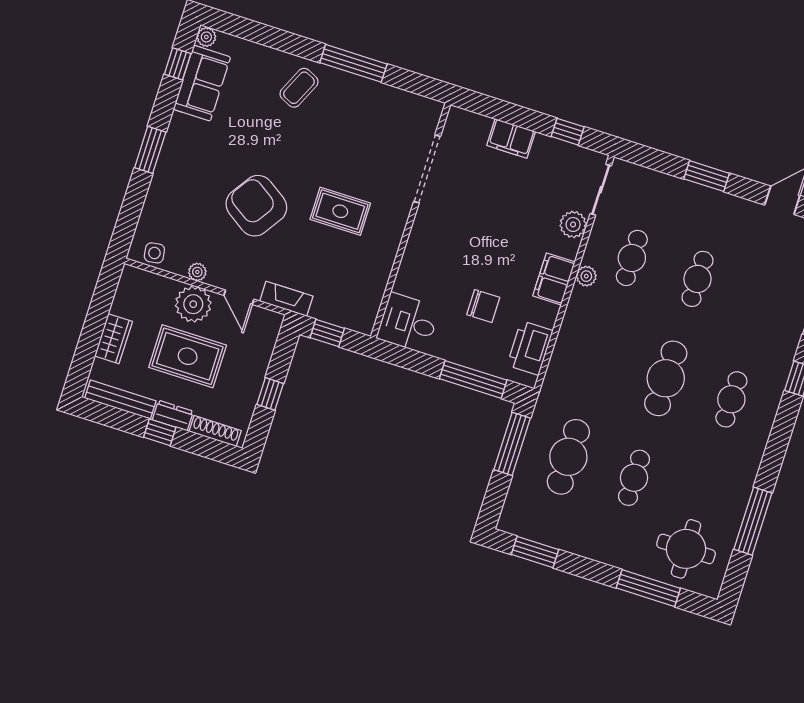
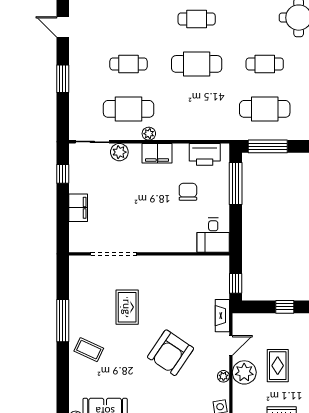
rug: (340, 211) -> (127, 307), moved
cafe table: (632, 258) -> (129, 109), width x1.37, depth x1.35
rug: (188, 356) -> (278, 366), width x0.73, depth x0.70

